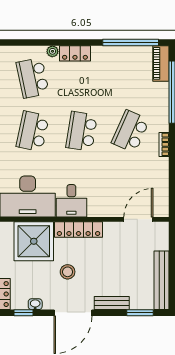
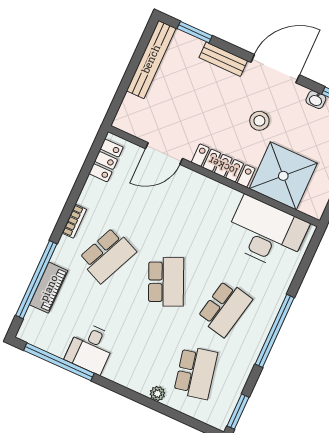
locker: (75, 53) -> (106, 160), moved, turned 90
piano: (161, 63) -> (49, 288), moved
school desk: (82, 131) -> (166, 282), turned -33
desk: (71, 201) -> (91, 348), moved, turned 180
door: (138, 219) -> (164, 153), moved

